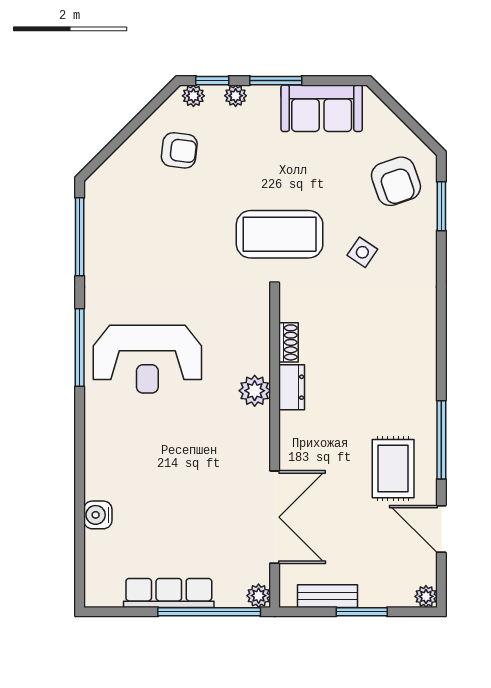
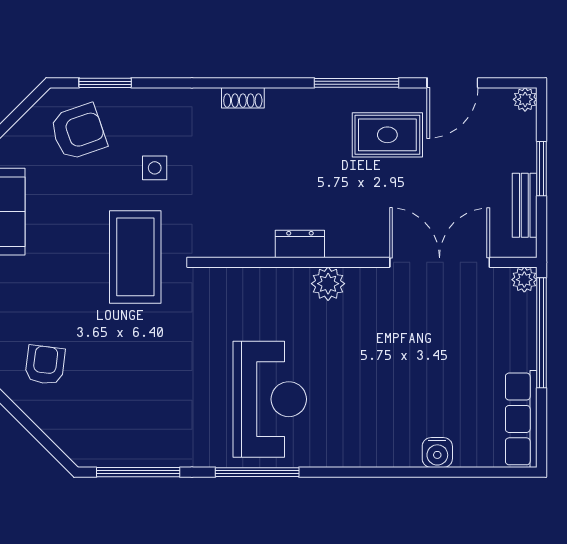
side table: (362, 252) -> (155, 168), turned -34
shoe rack: (288, 342) -> (243, 98), moved, turned 180
plant: (255, 391) -> (328, 284), moved
row of seats: (169, 593) -> (521, 419), moved

